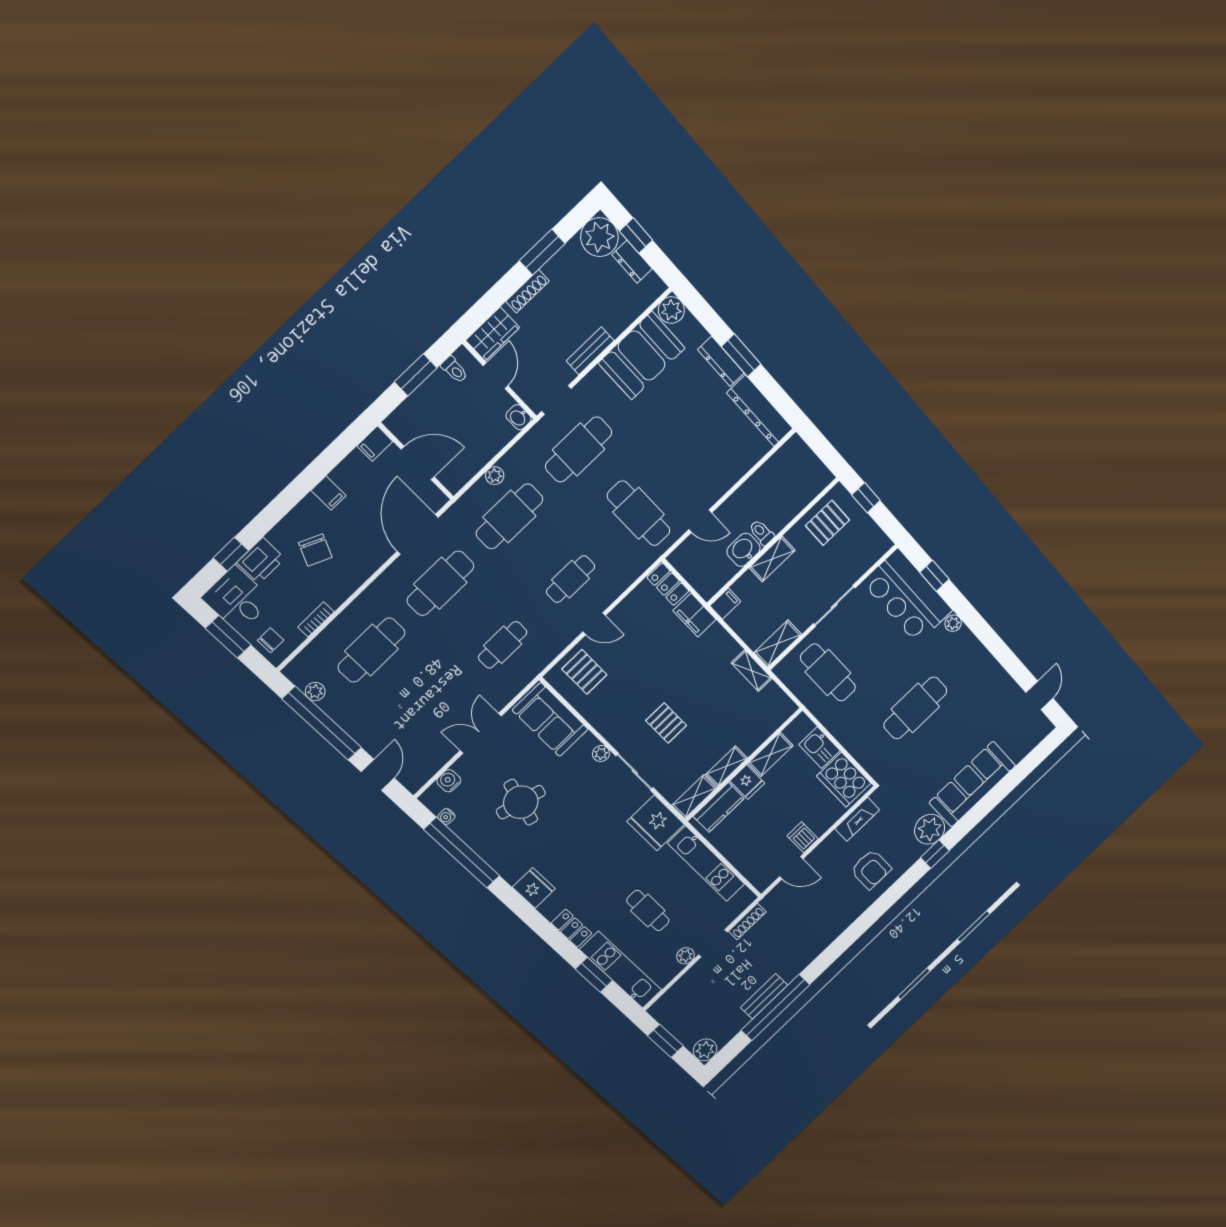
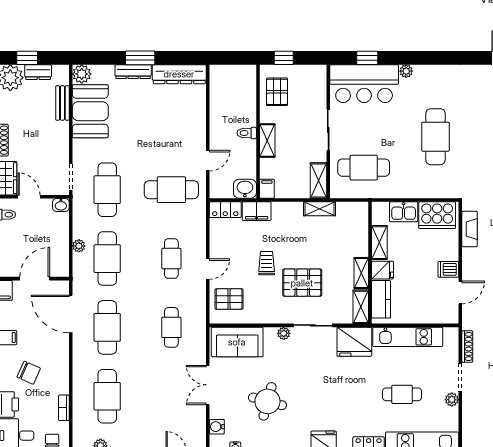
bench: (590, 351) -> (62, 103), moved
washbasin: (743, 550) -> (245, 189), moved, turned 90
trolley: (653, 673) -> (267, 263), added
pallet: (666, 723) -> (302, 283), width x1.50, depth x1.42

